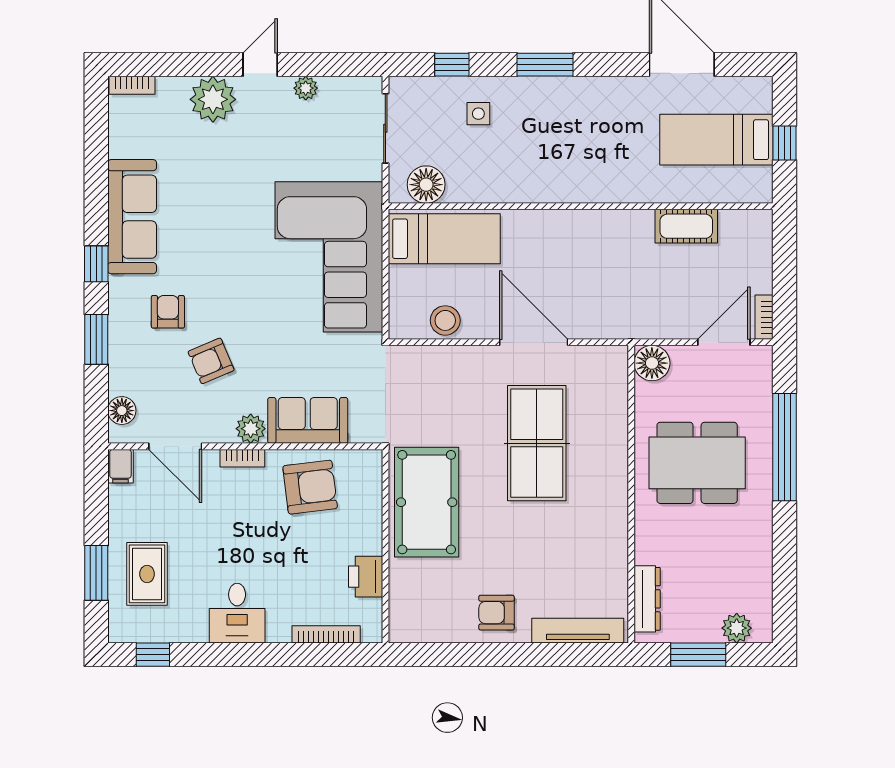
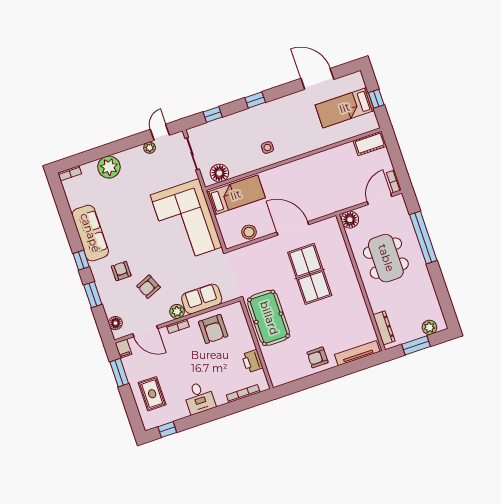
door: (260, 65) -> (160, 132), moved
window: (545, 65) -> (255, 100), width x0.67
side table: (478, 114) -> (267, 148), moved
cot: (686, 226) -> (370, 143), moved
dining table: (697, 463) -> (386, 258), turned 90
armchair: (310, 487) -> (213, 329), turned 97
window: (96, 573) -> (119, 373), moved

